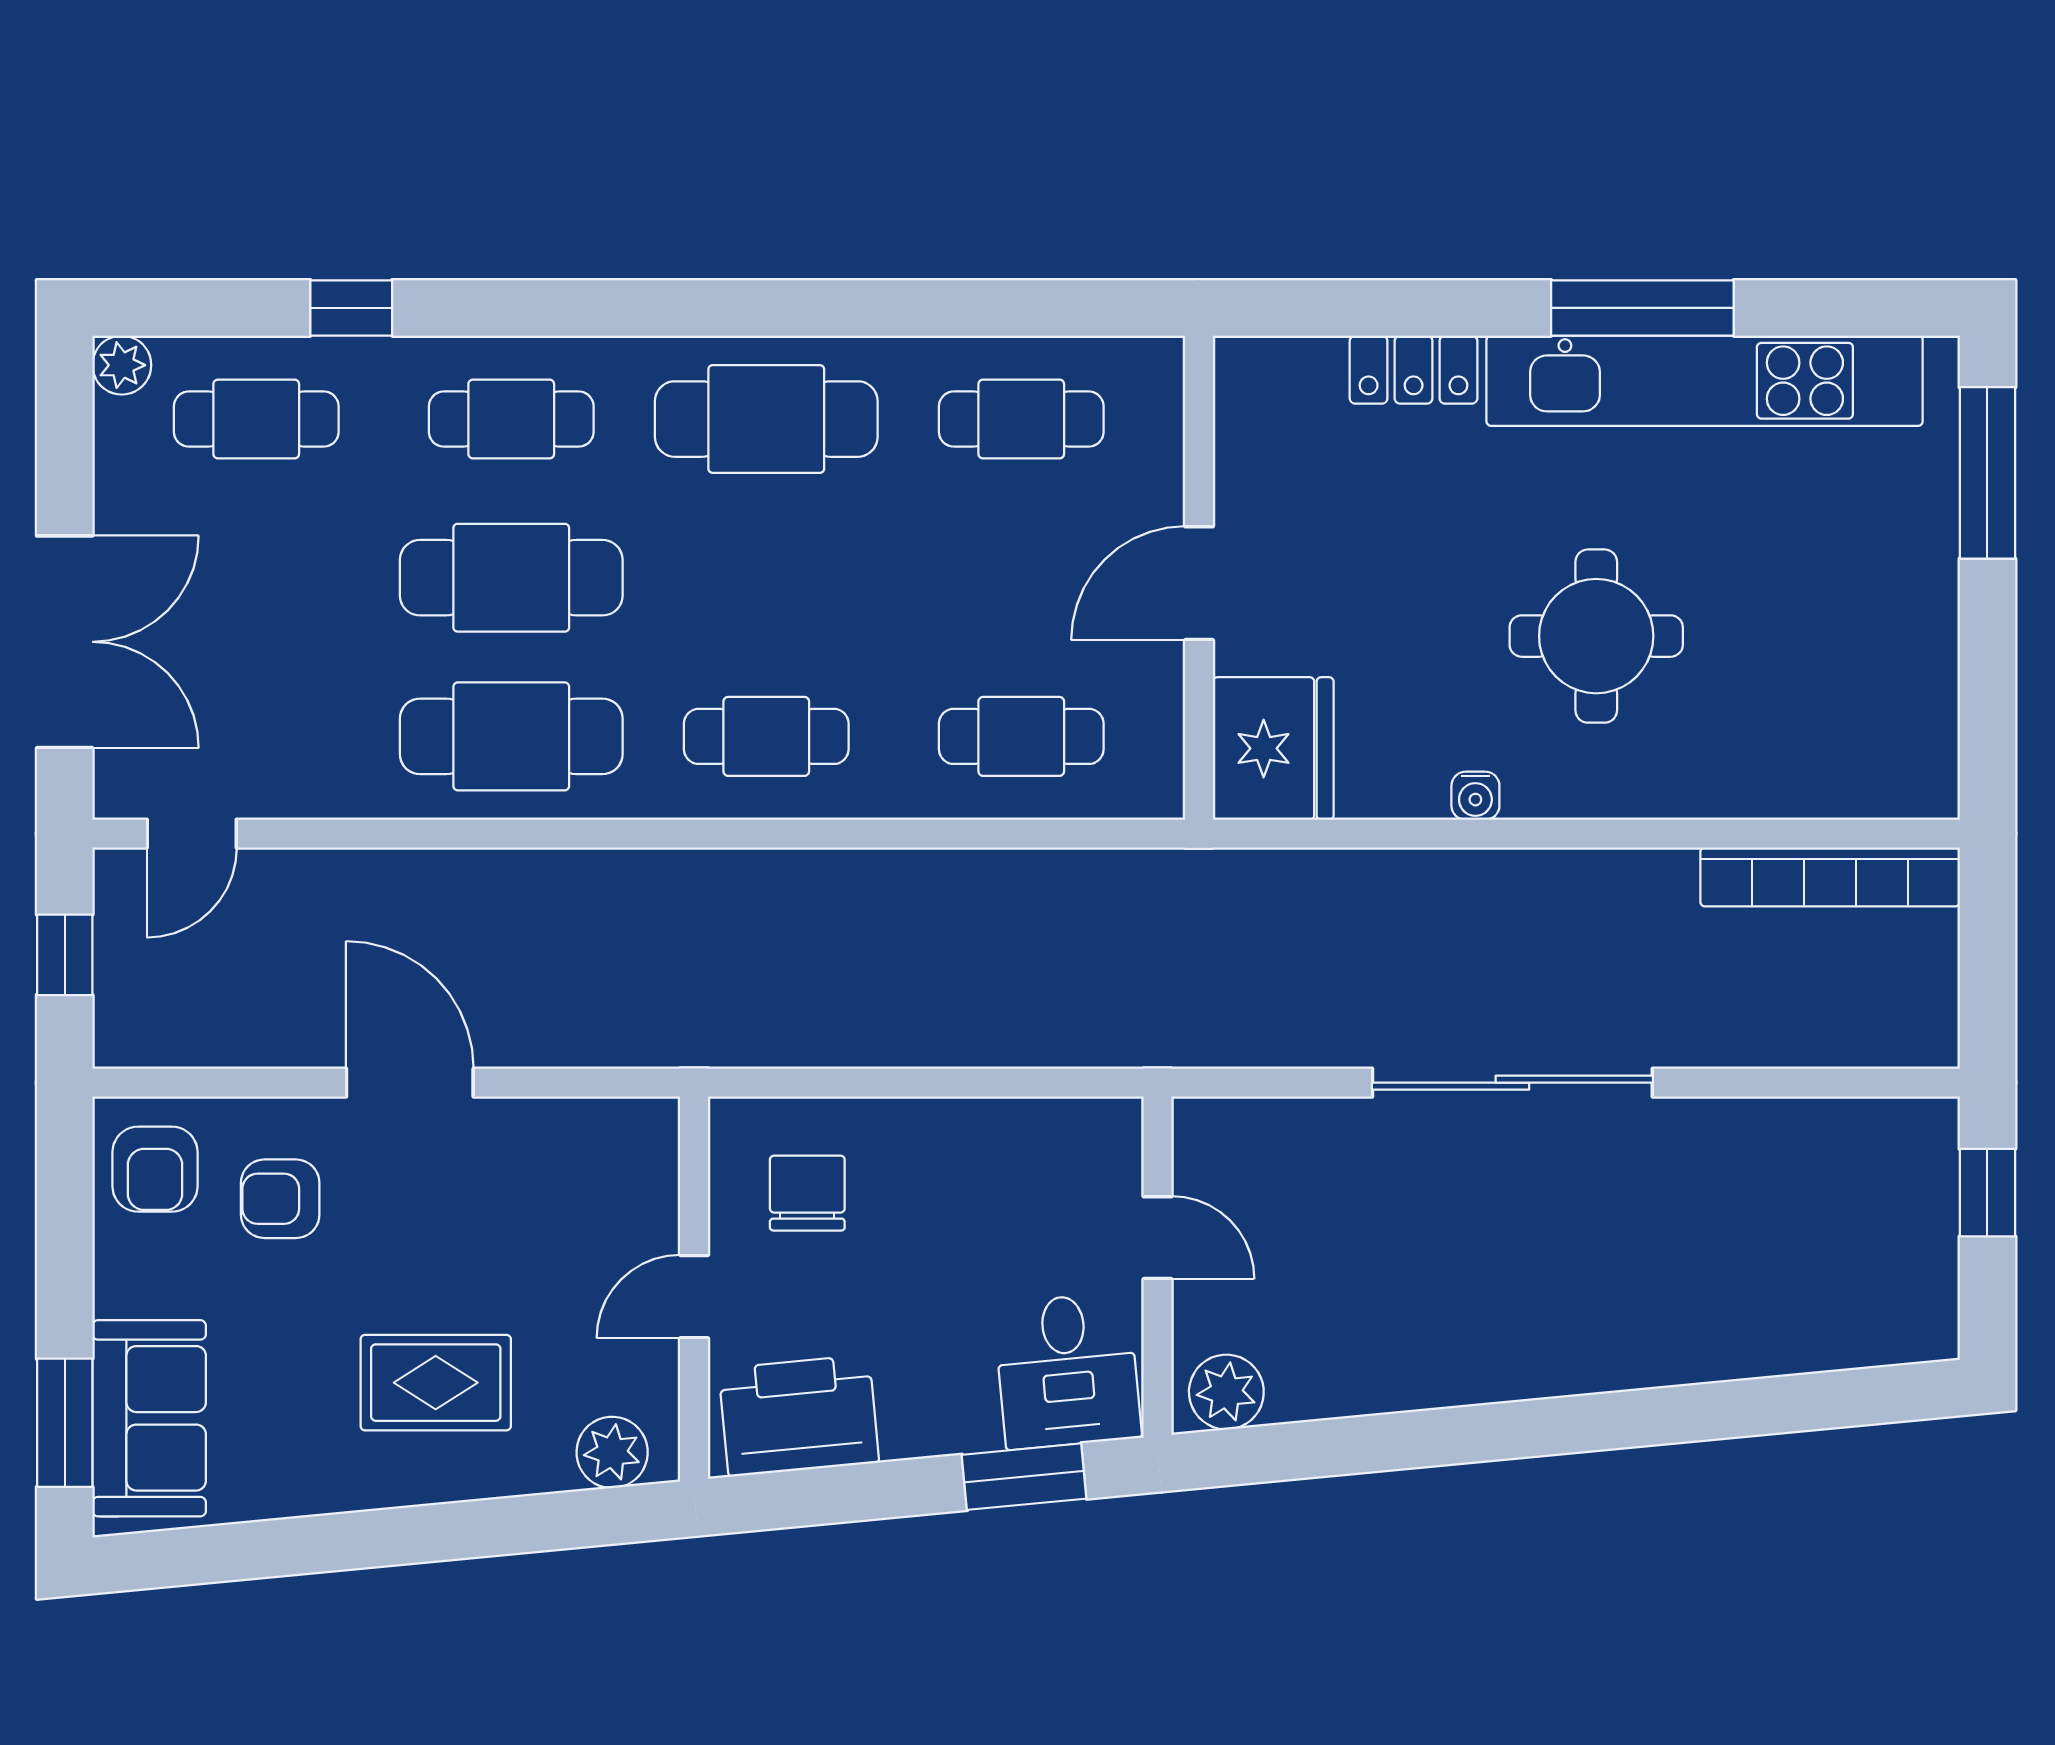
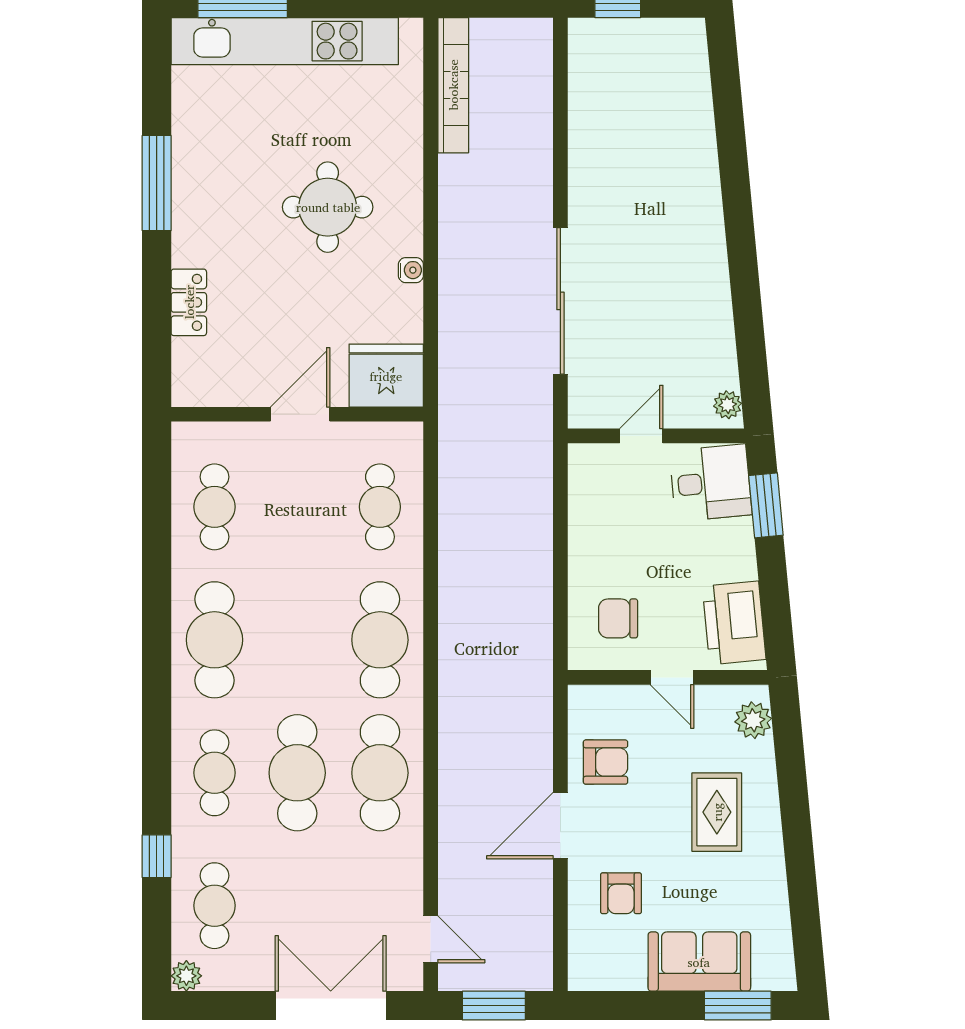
kitchen unit: (1705, 381) -> (285, 41), moved, turned 90
door: (1199, 583) -> (300, 414), swing flipped
cafe table: (766, 736) -> (380, 640), width x1.37, depth x1.35
window: (65, 955) -> (494, 1006), width x1.50
sliding door: (1512, 1083) -> (560, 301), moved
armchair: (155, 1169) -> (605, 762), moved
plant: (1226, 1392) -> (728, 405), width x0.73, depth x0.73
sofa: (149, 1418) -> (699, 962), moved

